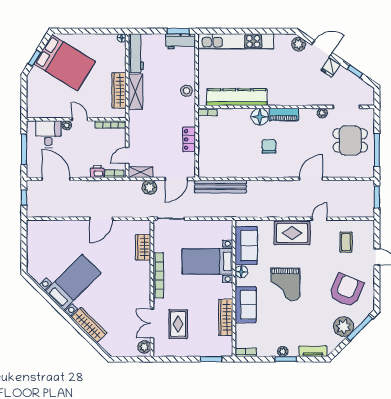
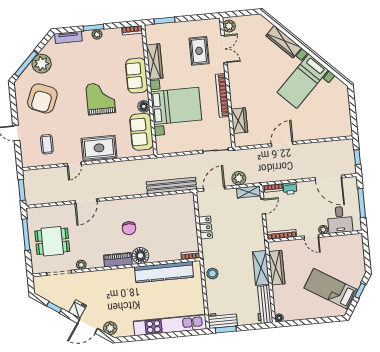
bed: (65, 63) -> (331, 289), width x0.67
bed with nightstands: (207, 261) -> (176, 106), width x1.36

